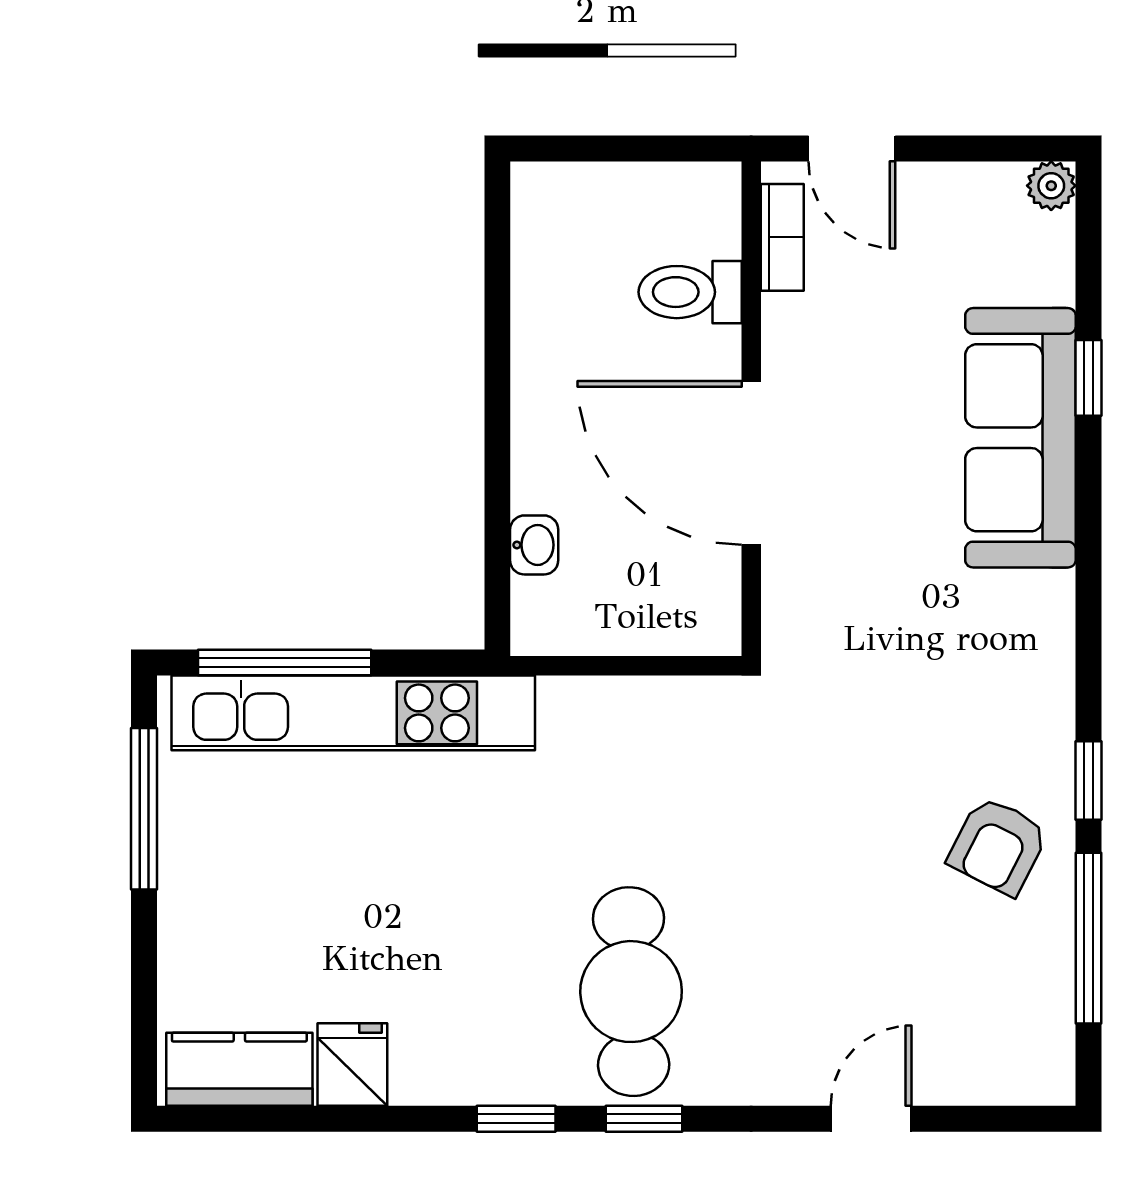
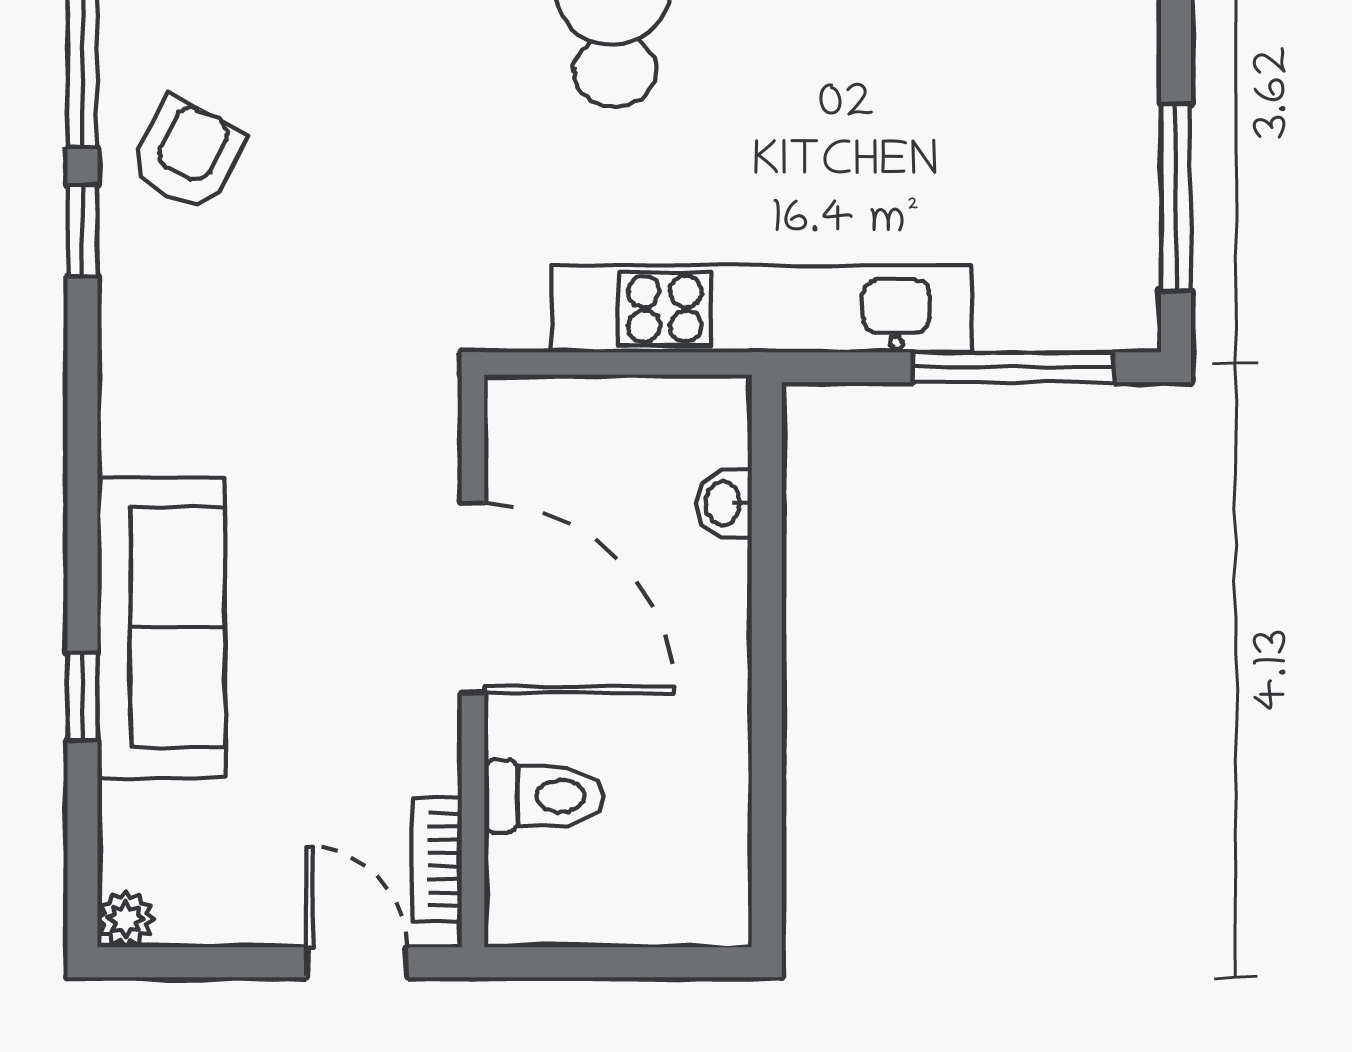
kitchen unit: (353, 713) -> (762, 309), moved

